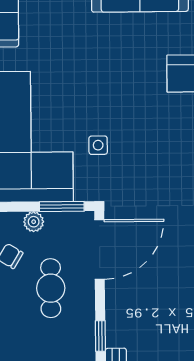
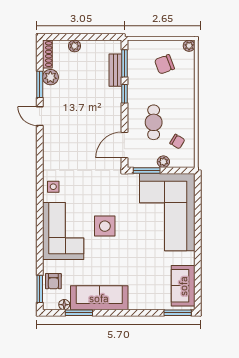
side table: (98, 145) -> (105, 226), moved, width x1.87, depth x1.87
door: (100, 249) -> (124, 145), width x0.73

